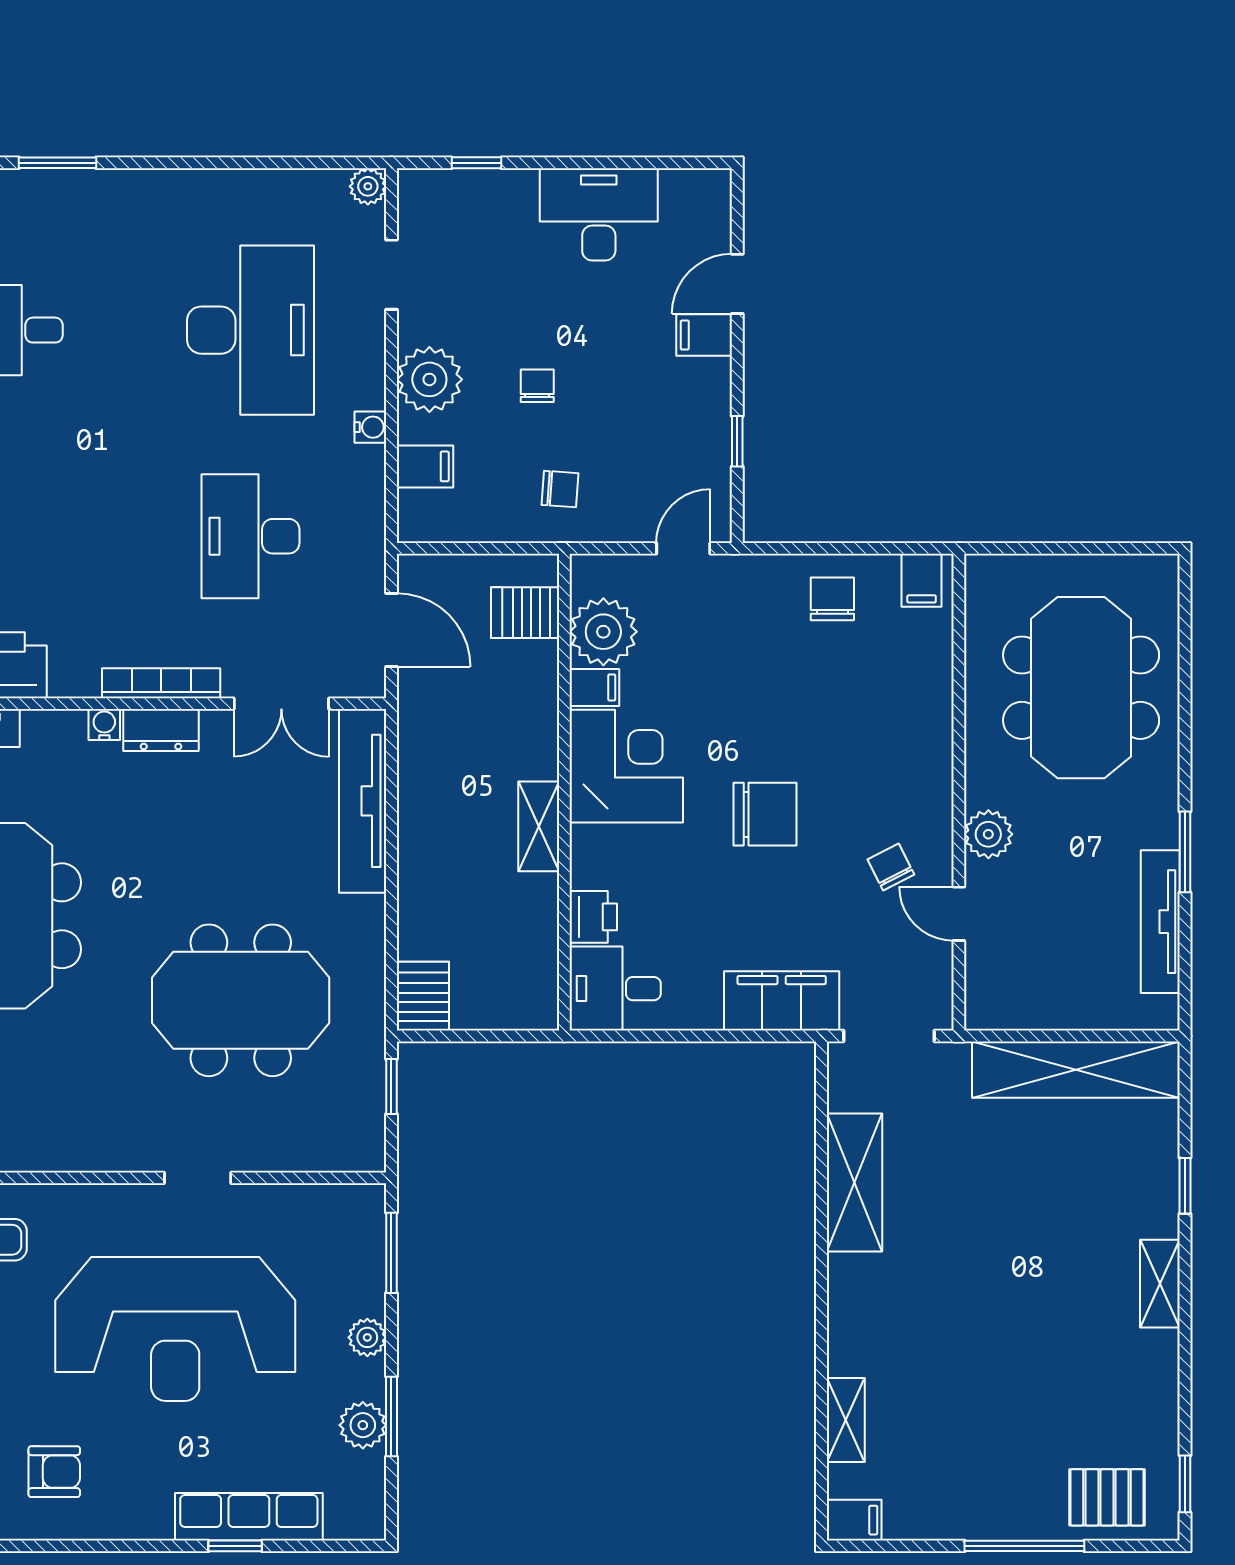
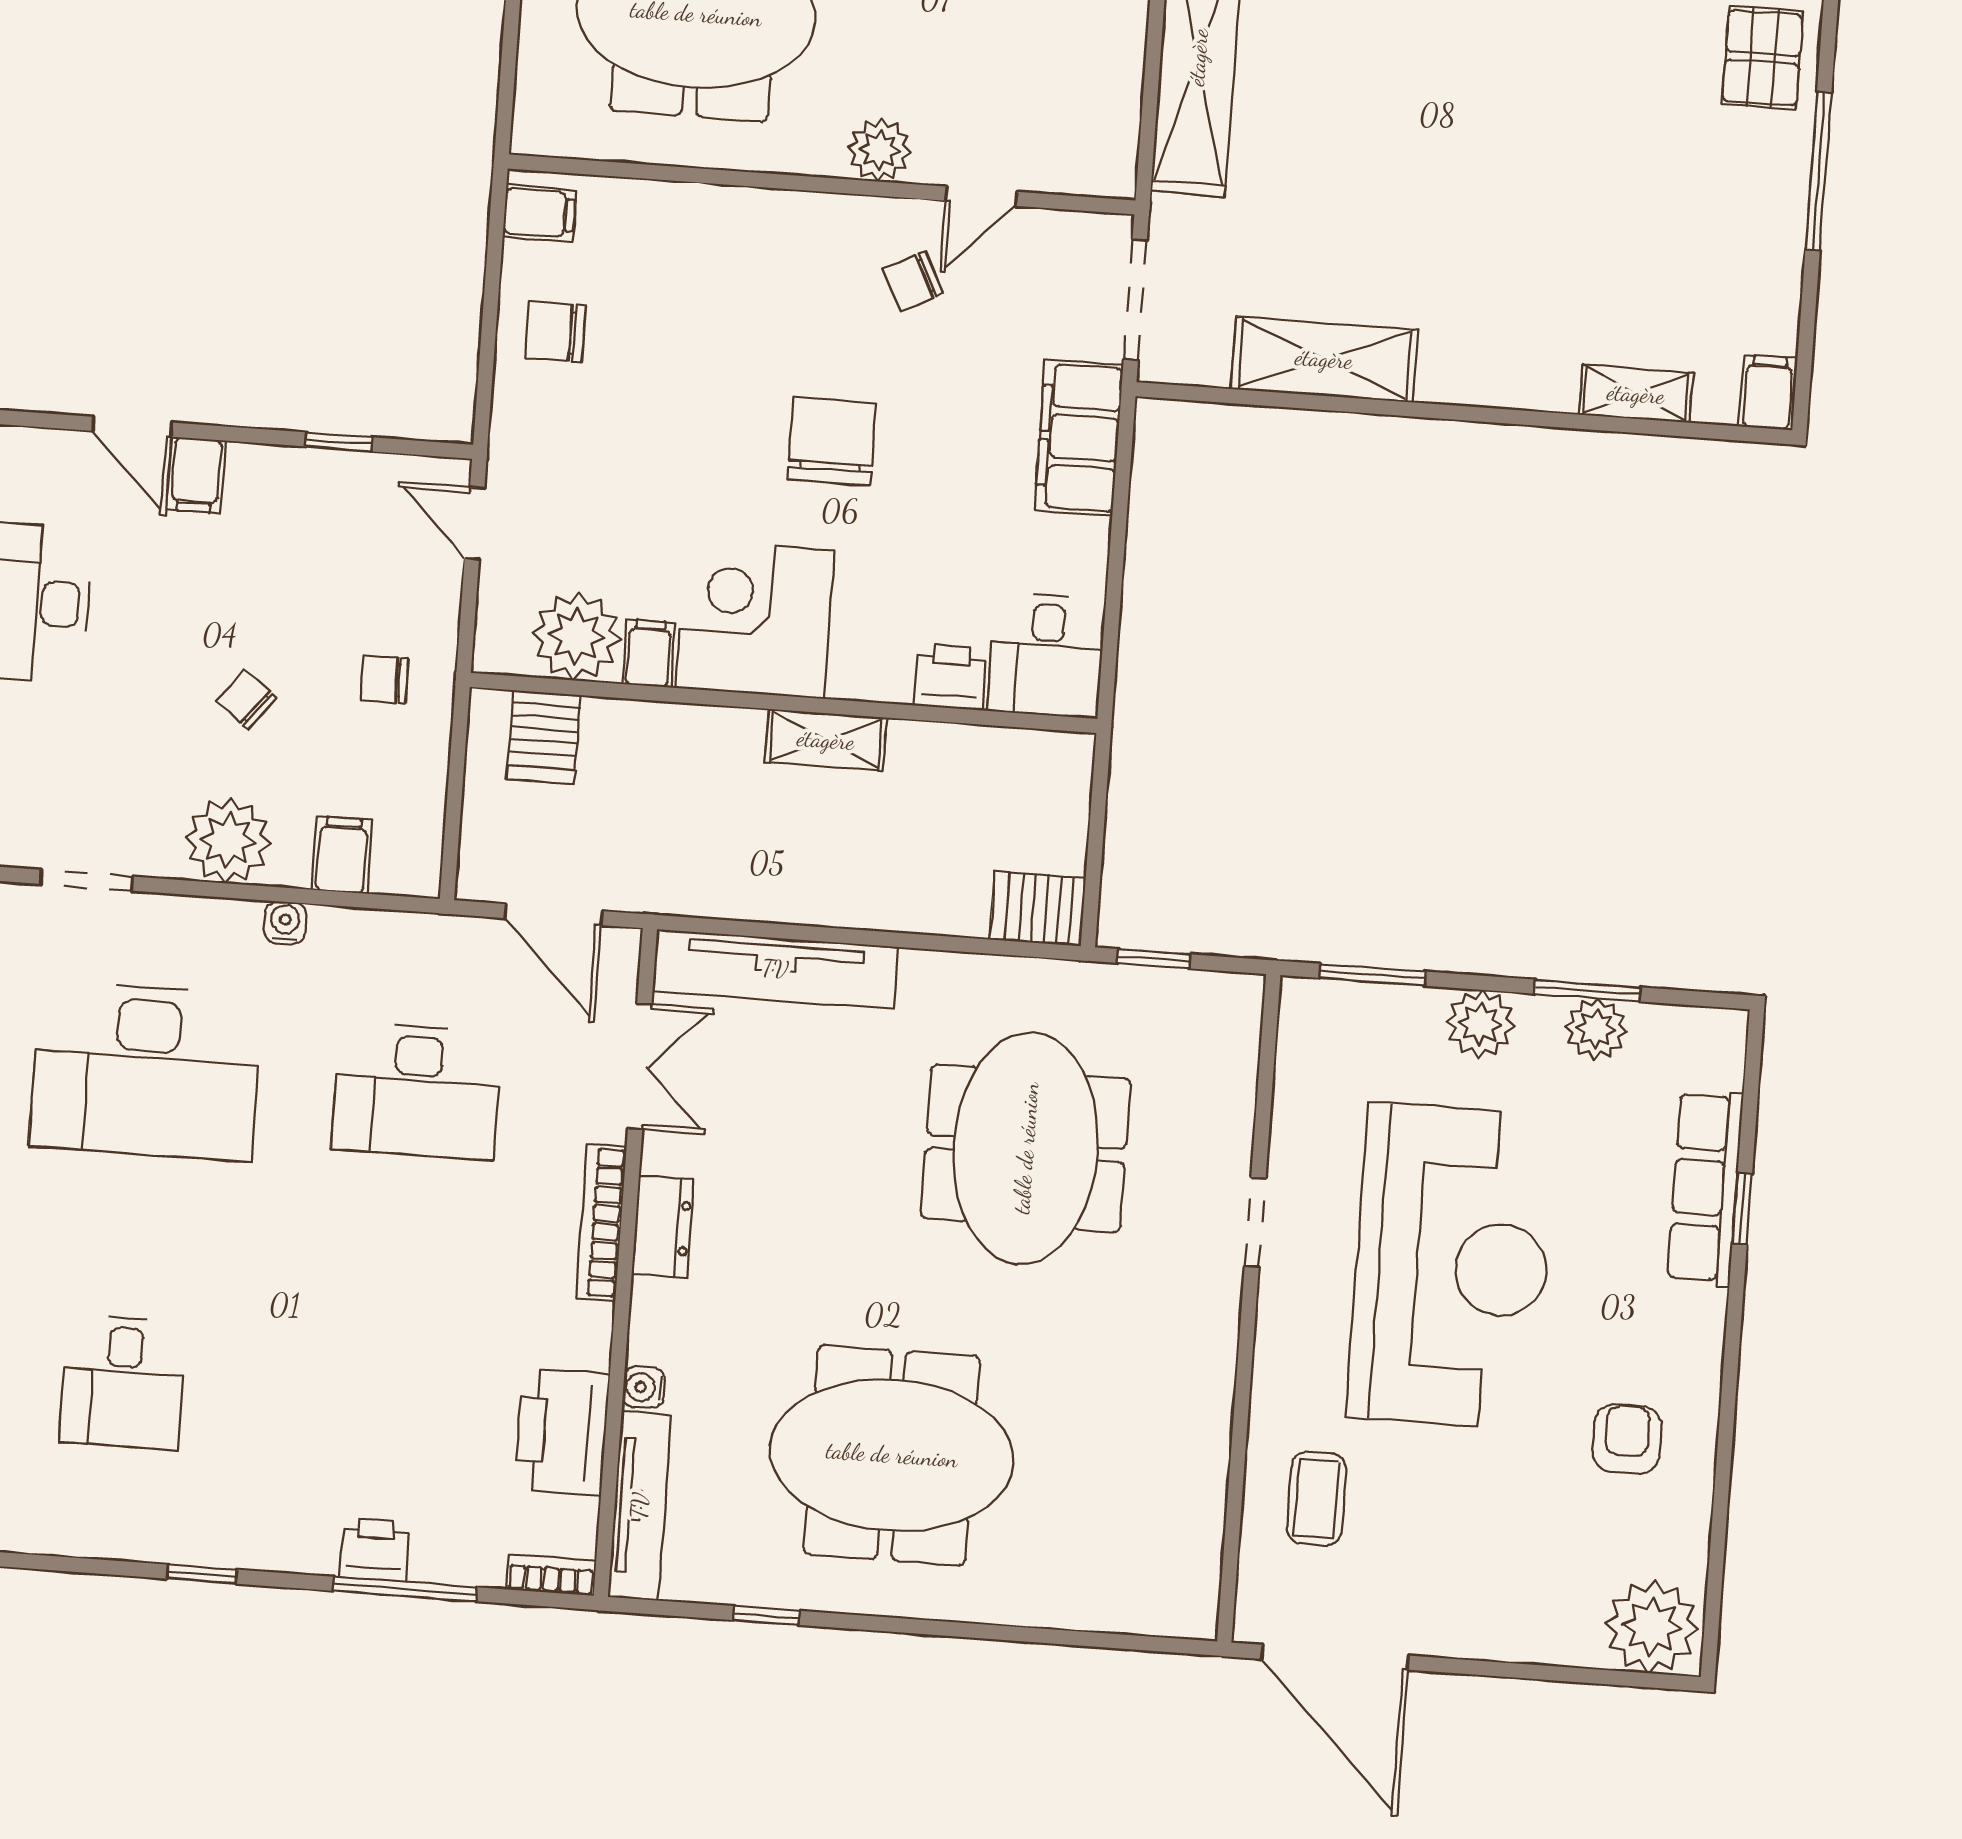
desk: (250, 330) -> (146, 1071), turned 180
chair: (537, 386) -> (247, 699), turned 38
chair: (560, 489) -> (385, 679), turned -94
door: (391, 630) -> (554, 915), swing flipped
water cooler: (104, 725) -> (644, 1387), moved
plant: (367, 1337) -> (1480, 1024), width x1.38, depth x1.38

